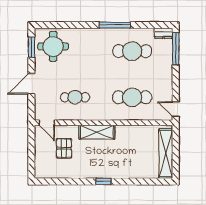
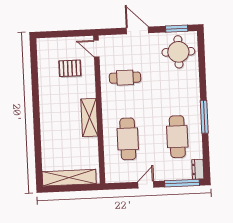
cafe table: (75, 97) -> (125, 78), turned 90
door: (176, 109) -> (146, 185), moved
door: (47, 123) -> (96, 49), hinge flipped
shelving: (97, 132) -> (89, 117), moved
window: (103, 181) -> (36, 112), removed

